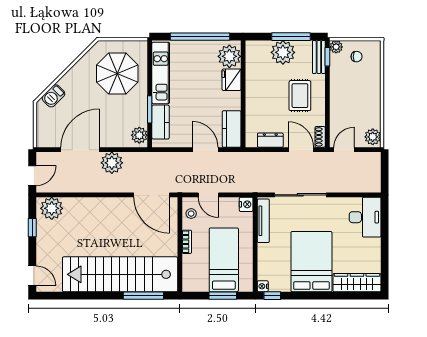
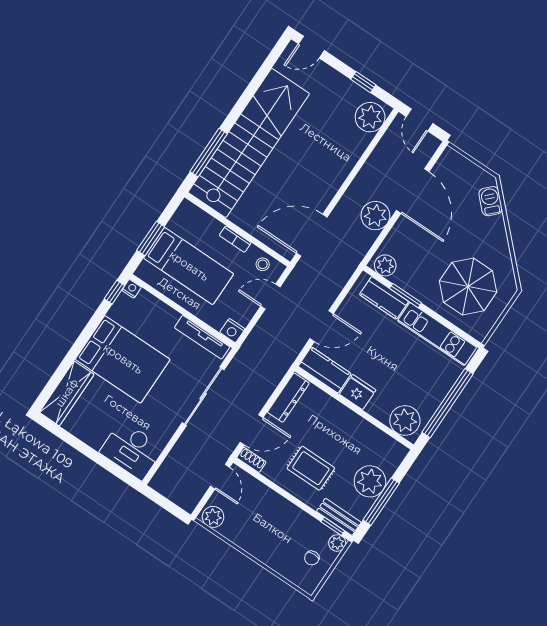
fridge: (232, 80) -> (358, 392), moved
dresser: (270, 140) -> (288, 398), width x1.44

